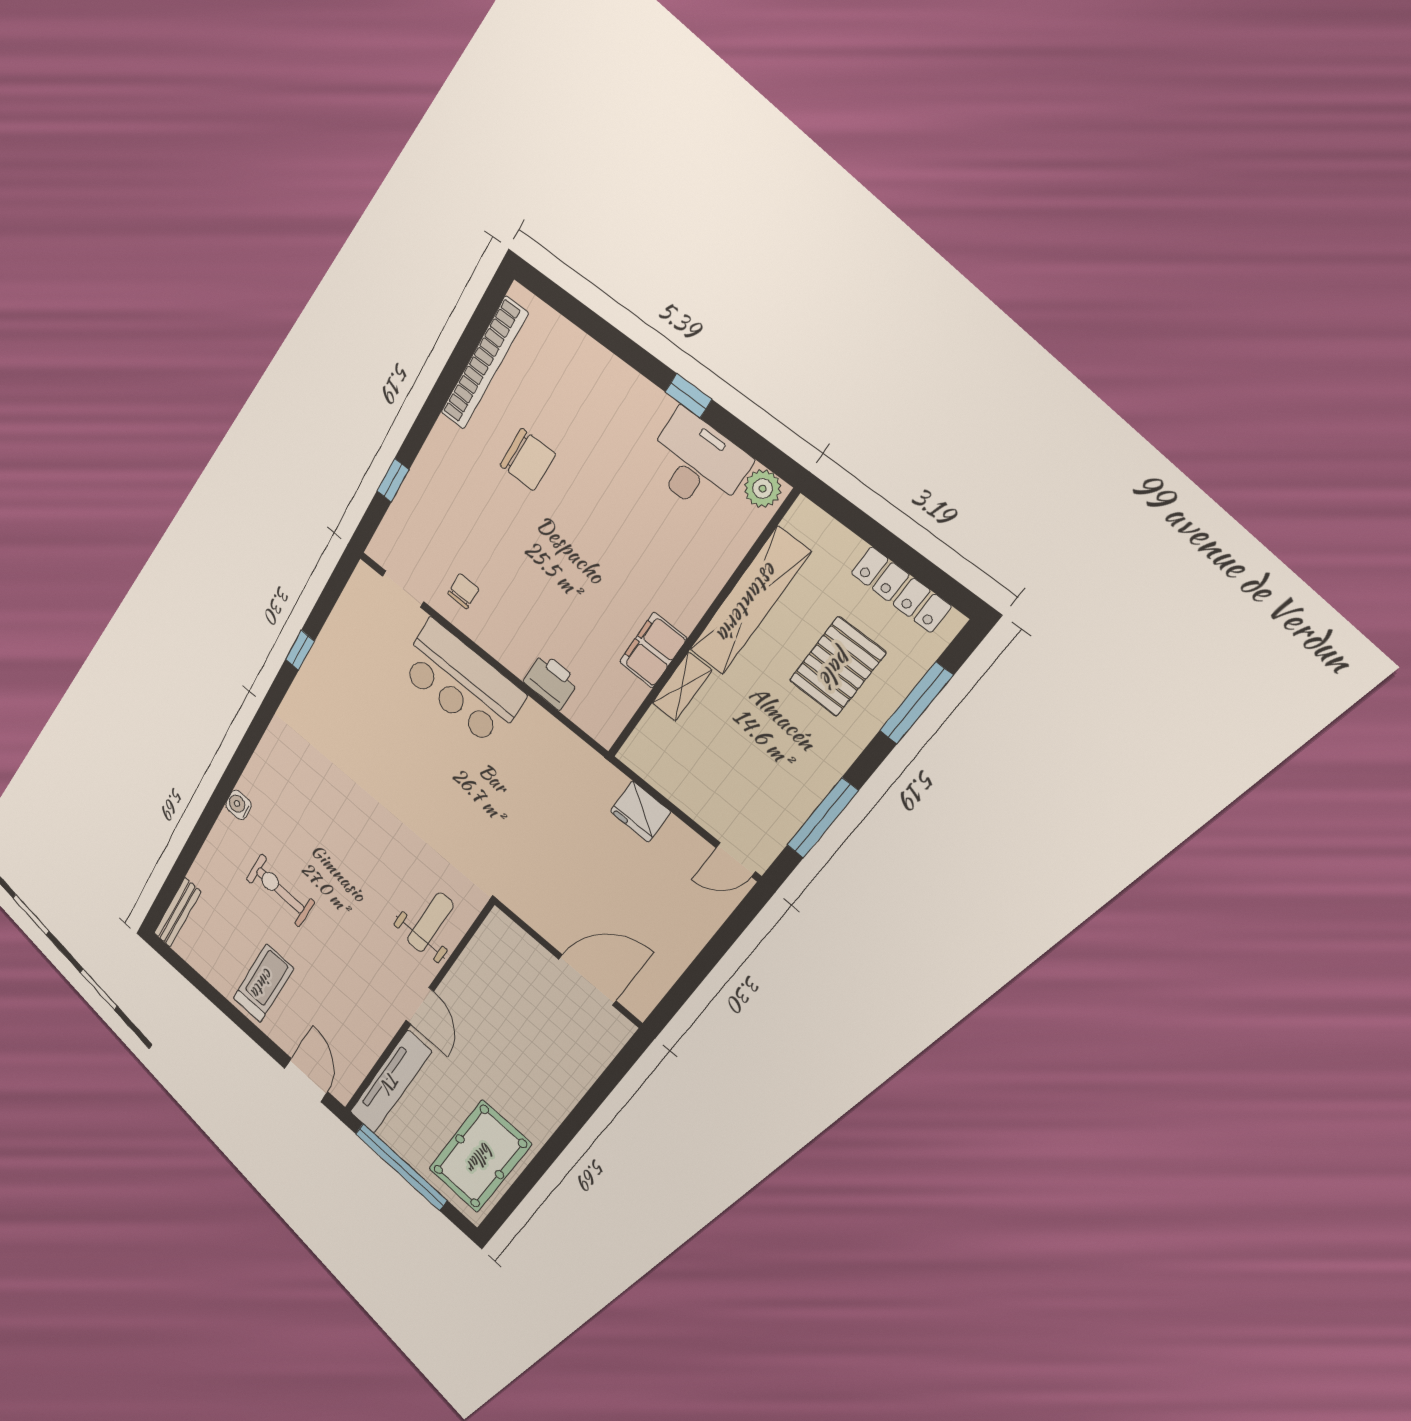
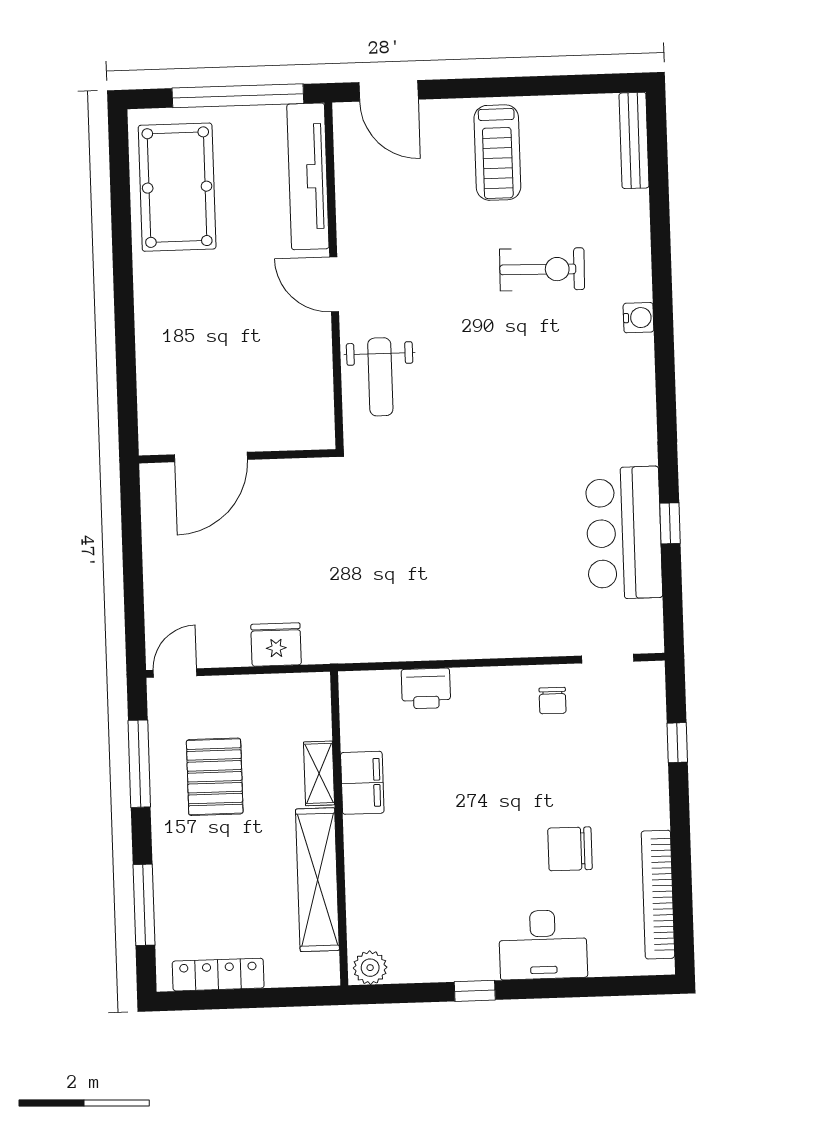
desk: (697, 463) -> (543, 945), moved
pallet: (837, 667) -> (215, 777), moved
bar counter: (462, 683) -> (624, 533), moved, turned -90

